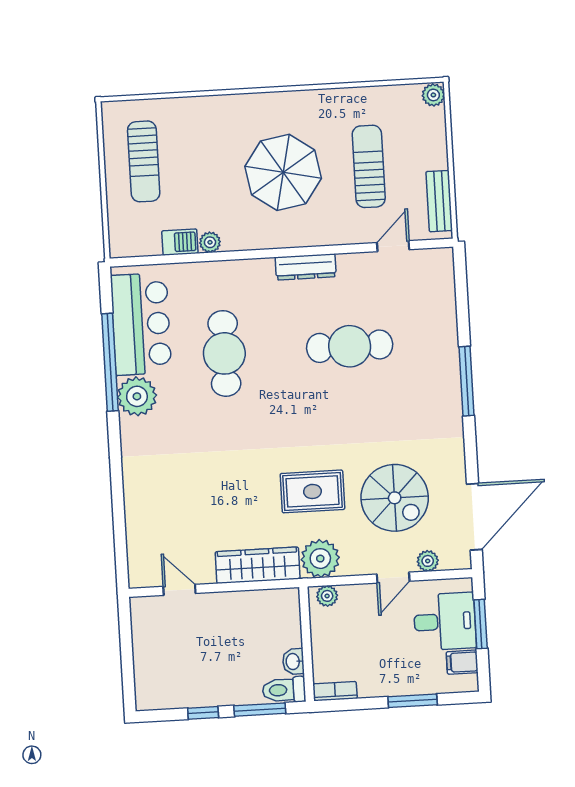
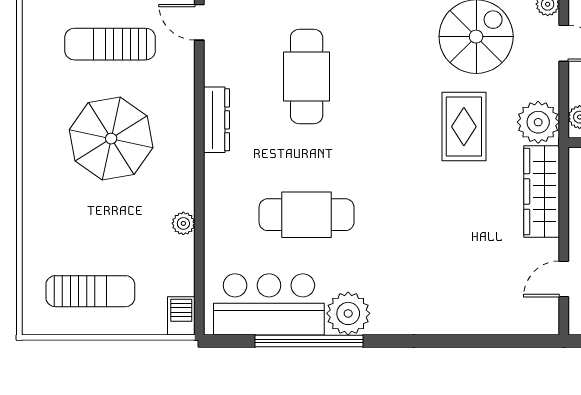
barbecue: (180, 242) -> (181, 316), moved

